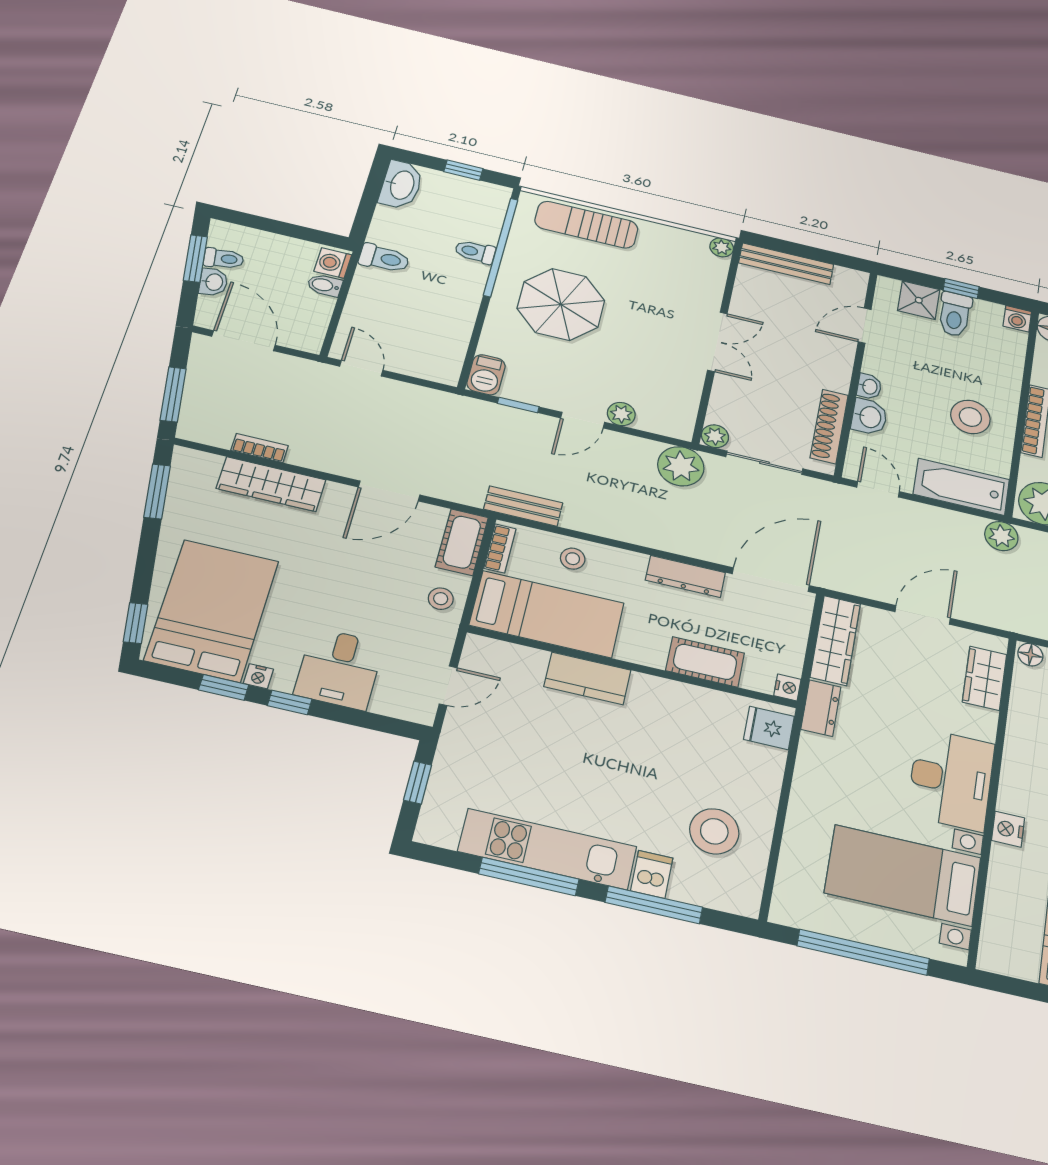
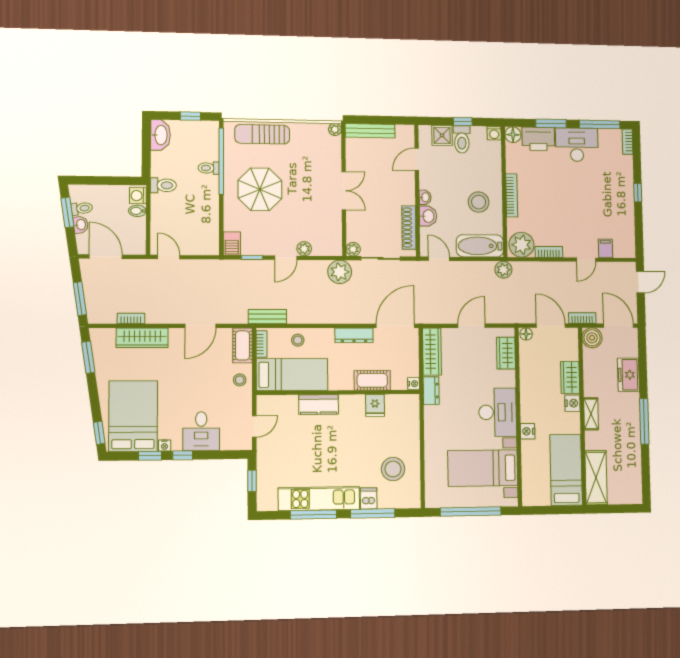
fridge: (769, 728) -> (375, 405), moved, turned -90

